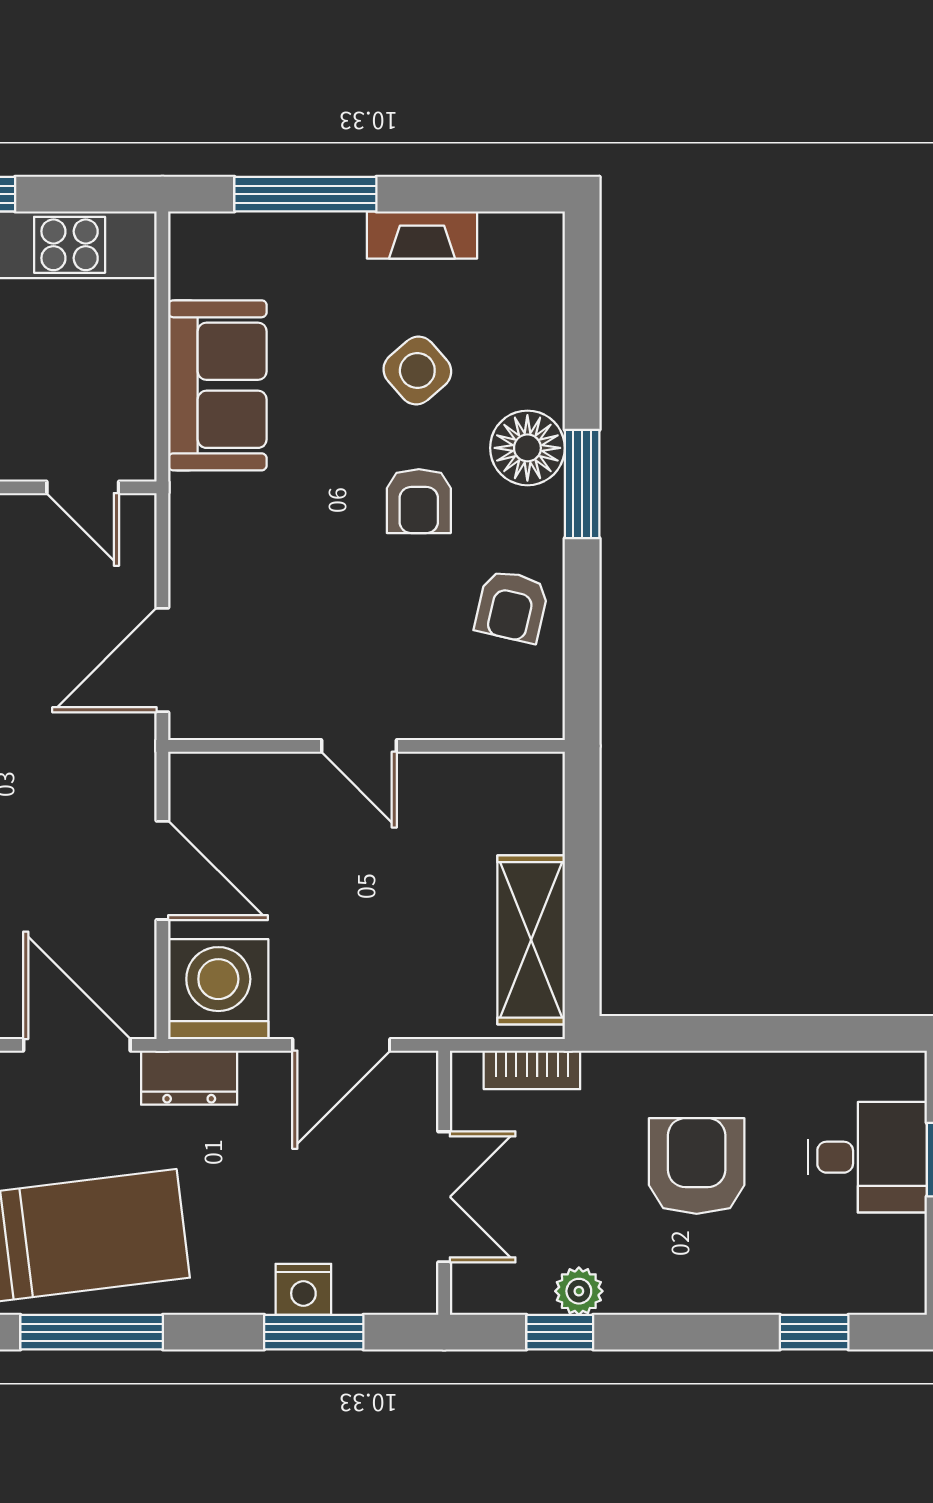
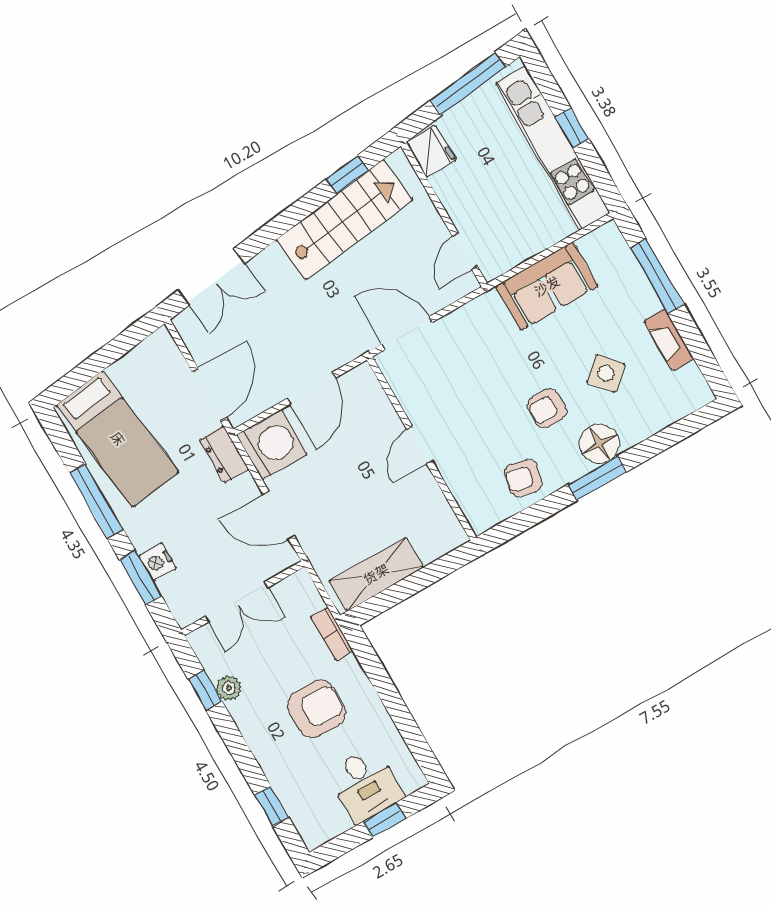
bookcase: (532, 1070) -> (332, 634), moved
window: (92, 1332) -> (96, 501), moved

